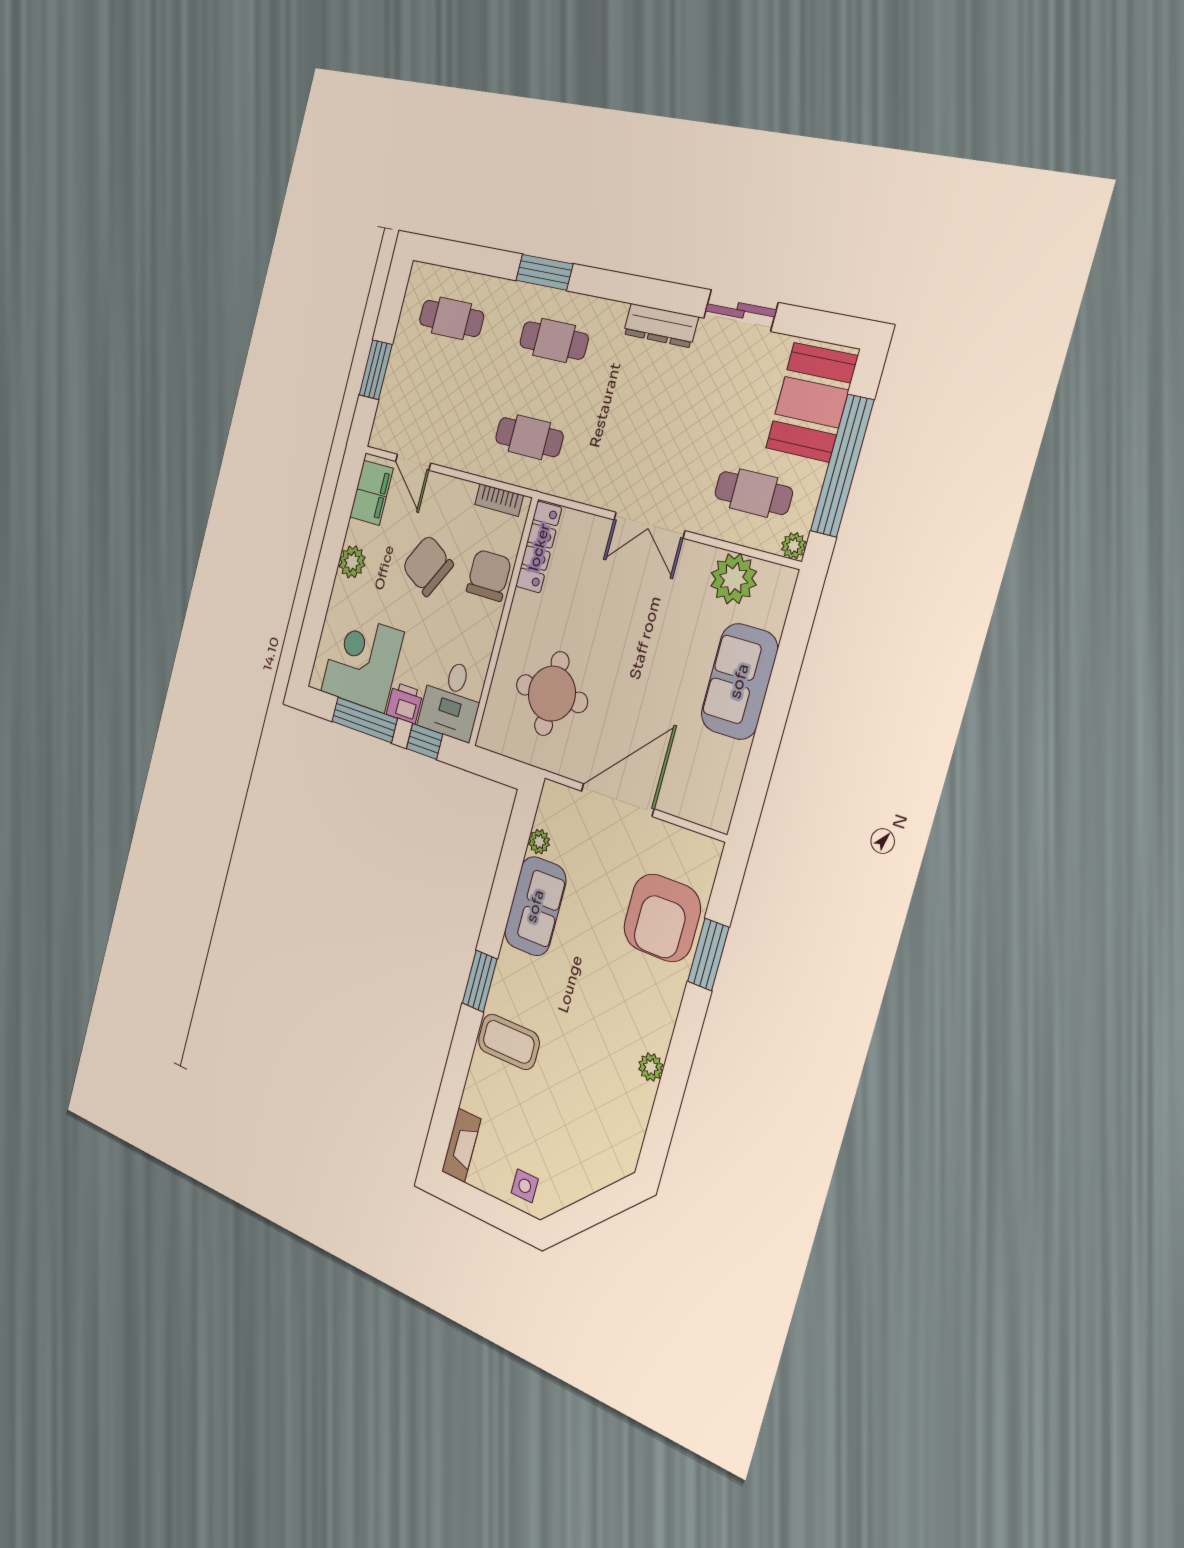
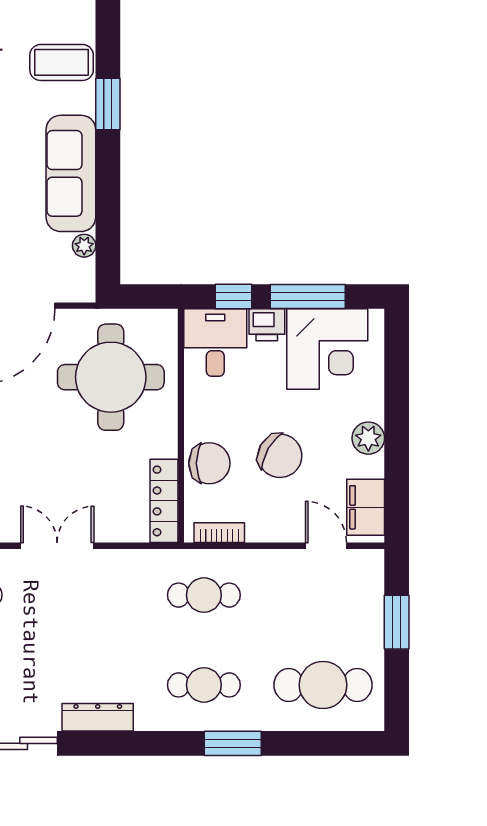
cafe table: (451, 318) -> (323, 685), width x1.37, depth x1.35
chair: (489, 575) -> (209, 463), turned -90
round table: (552, 694) -> (111, 377), width x1.36, depth x1.36
sofa: (535, 906) -> (71, 173), width x1.36

